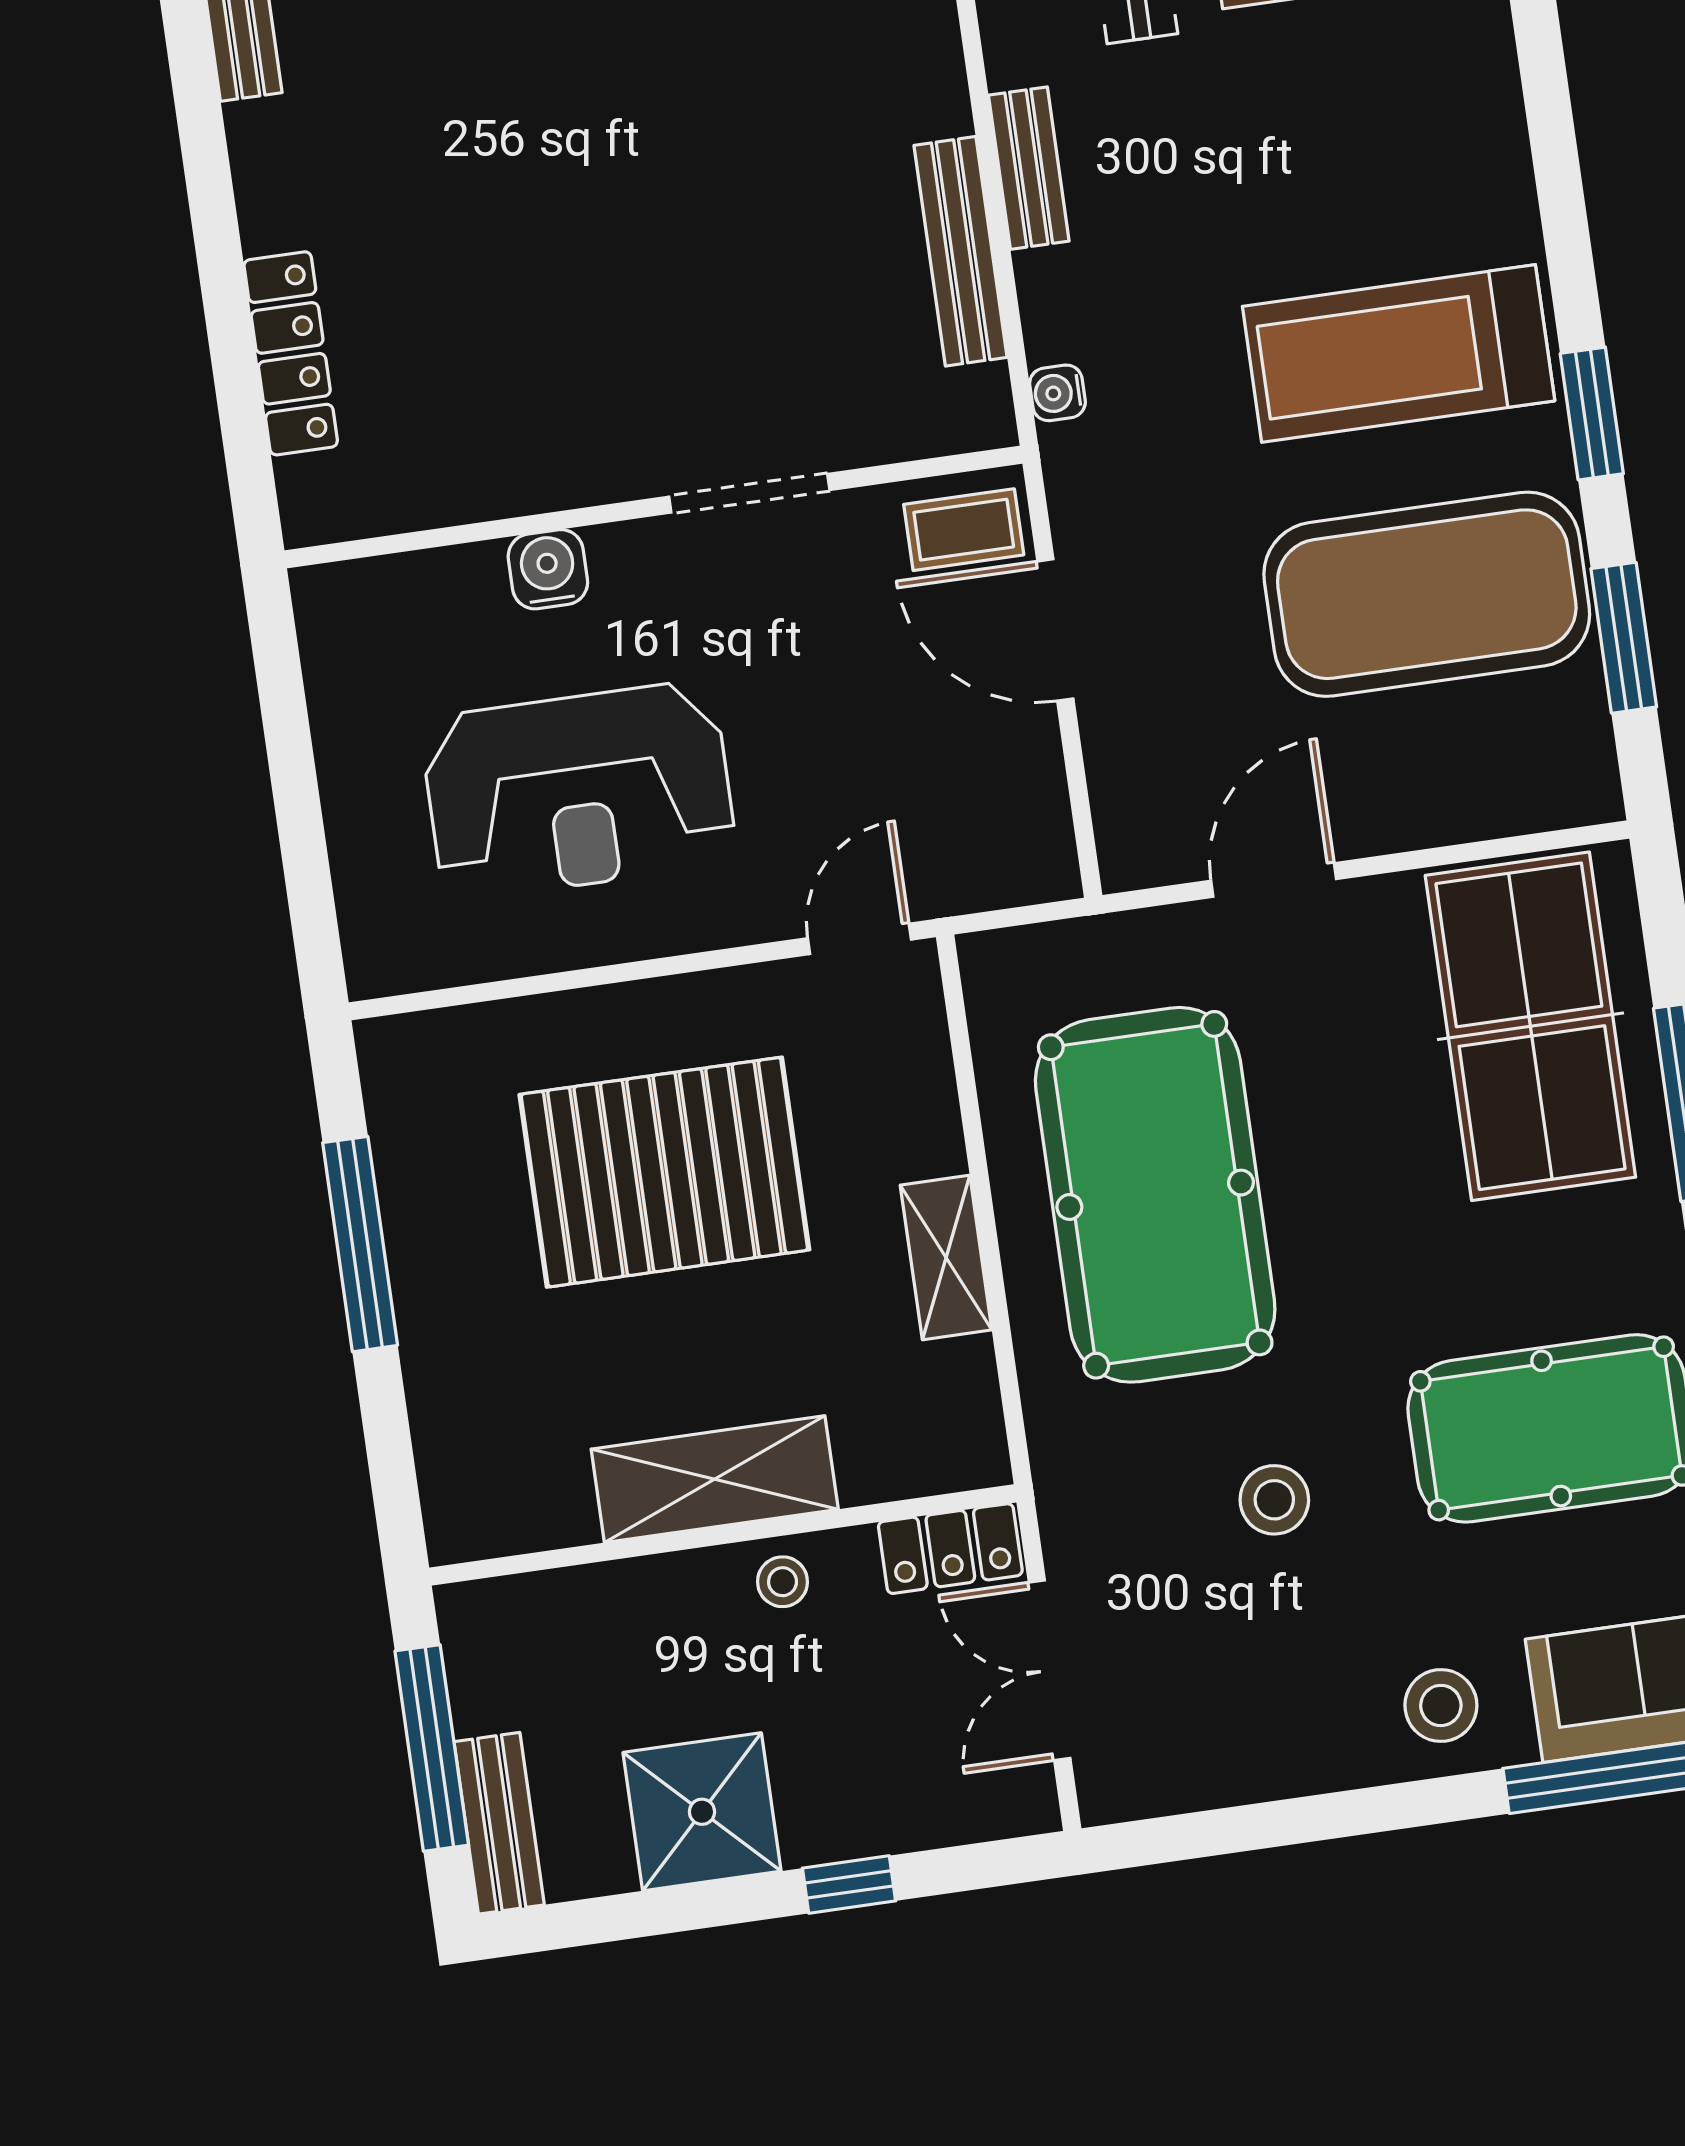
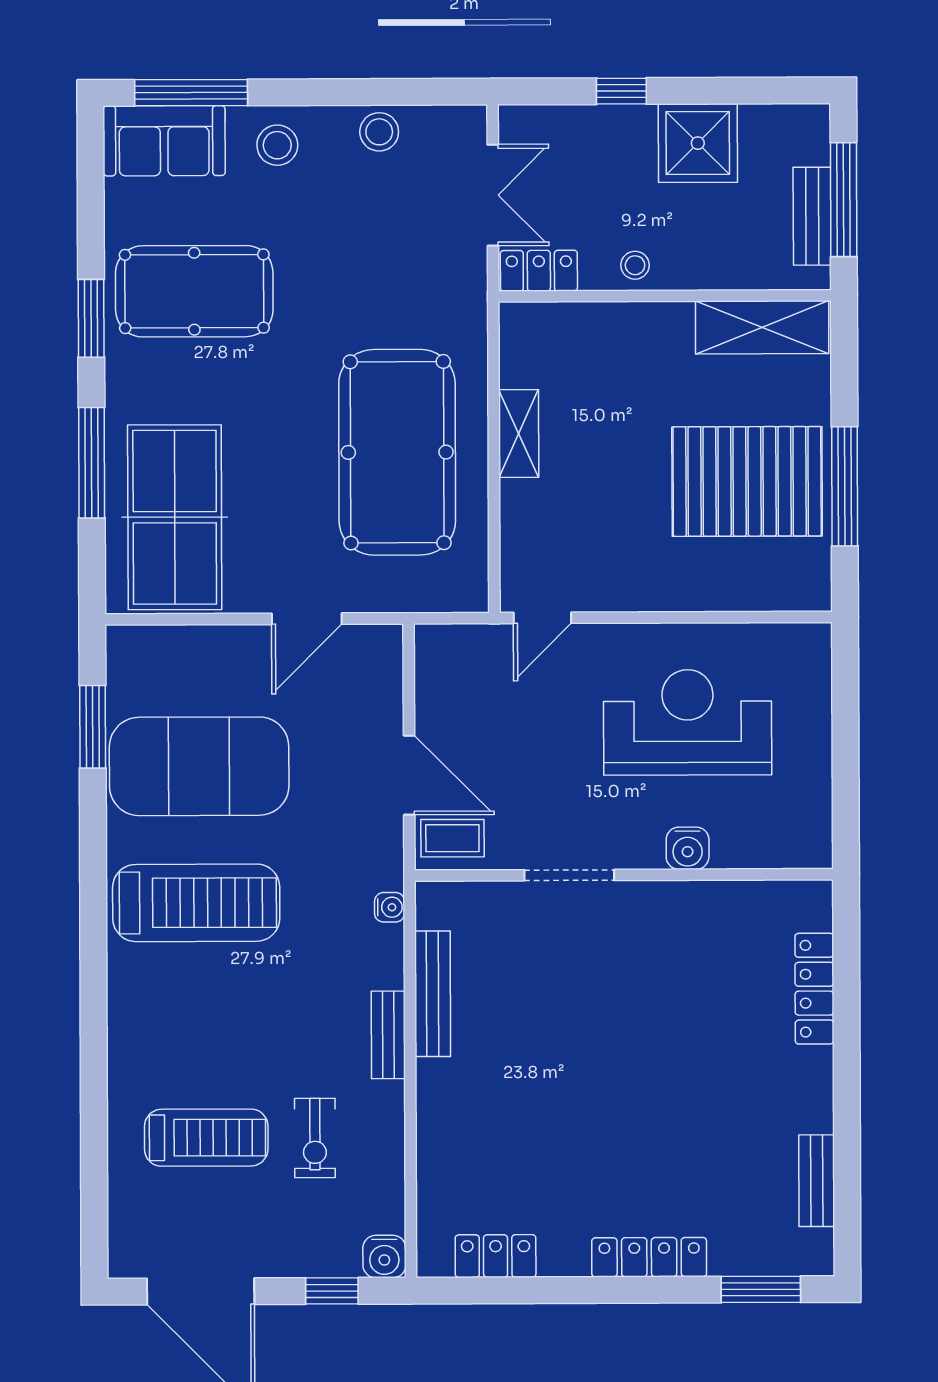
window: (1592, 414) -> (93, 854), removed
pallet: (664, 1172) -> (747, 481), moved
shelving: (715, 1479) -> (762, 327), moved
stool: (1274, 1500) -> (379, 132), moved
bench: (499, 1823) -> (812, 216), moved

